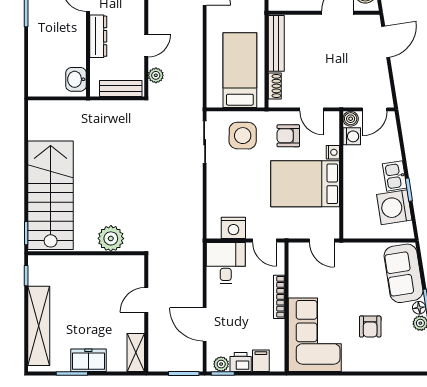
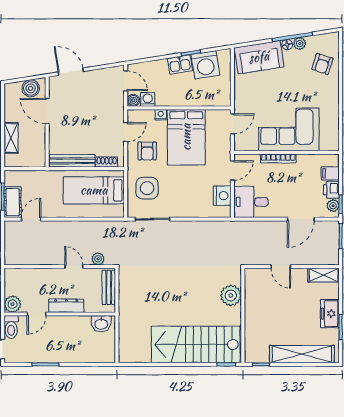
armchair: (370, 327) -> (322, 64), moved, turned 108
corner sofa: (315, 335) -> (289, 129), moved

